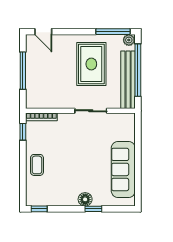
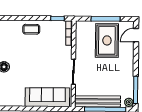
rug: (91, 64) -> (107, 40), moved, turned 90
sofa: (123, 169) -> (47, 97), moved

